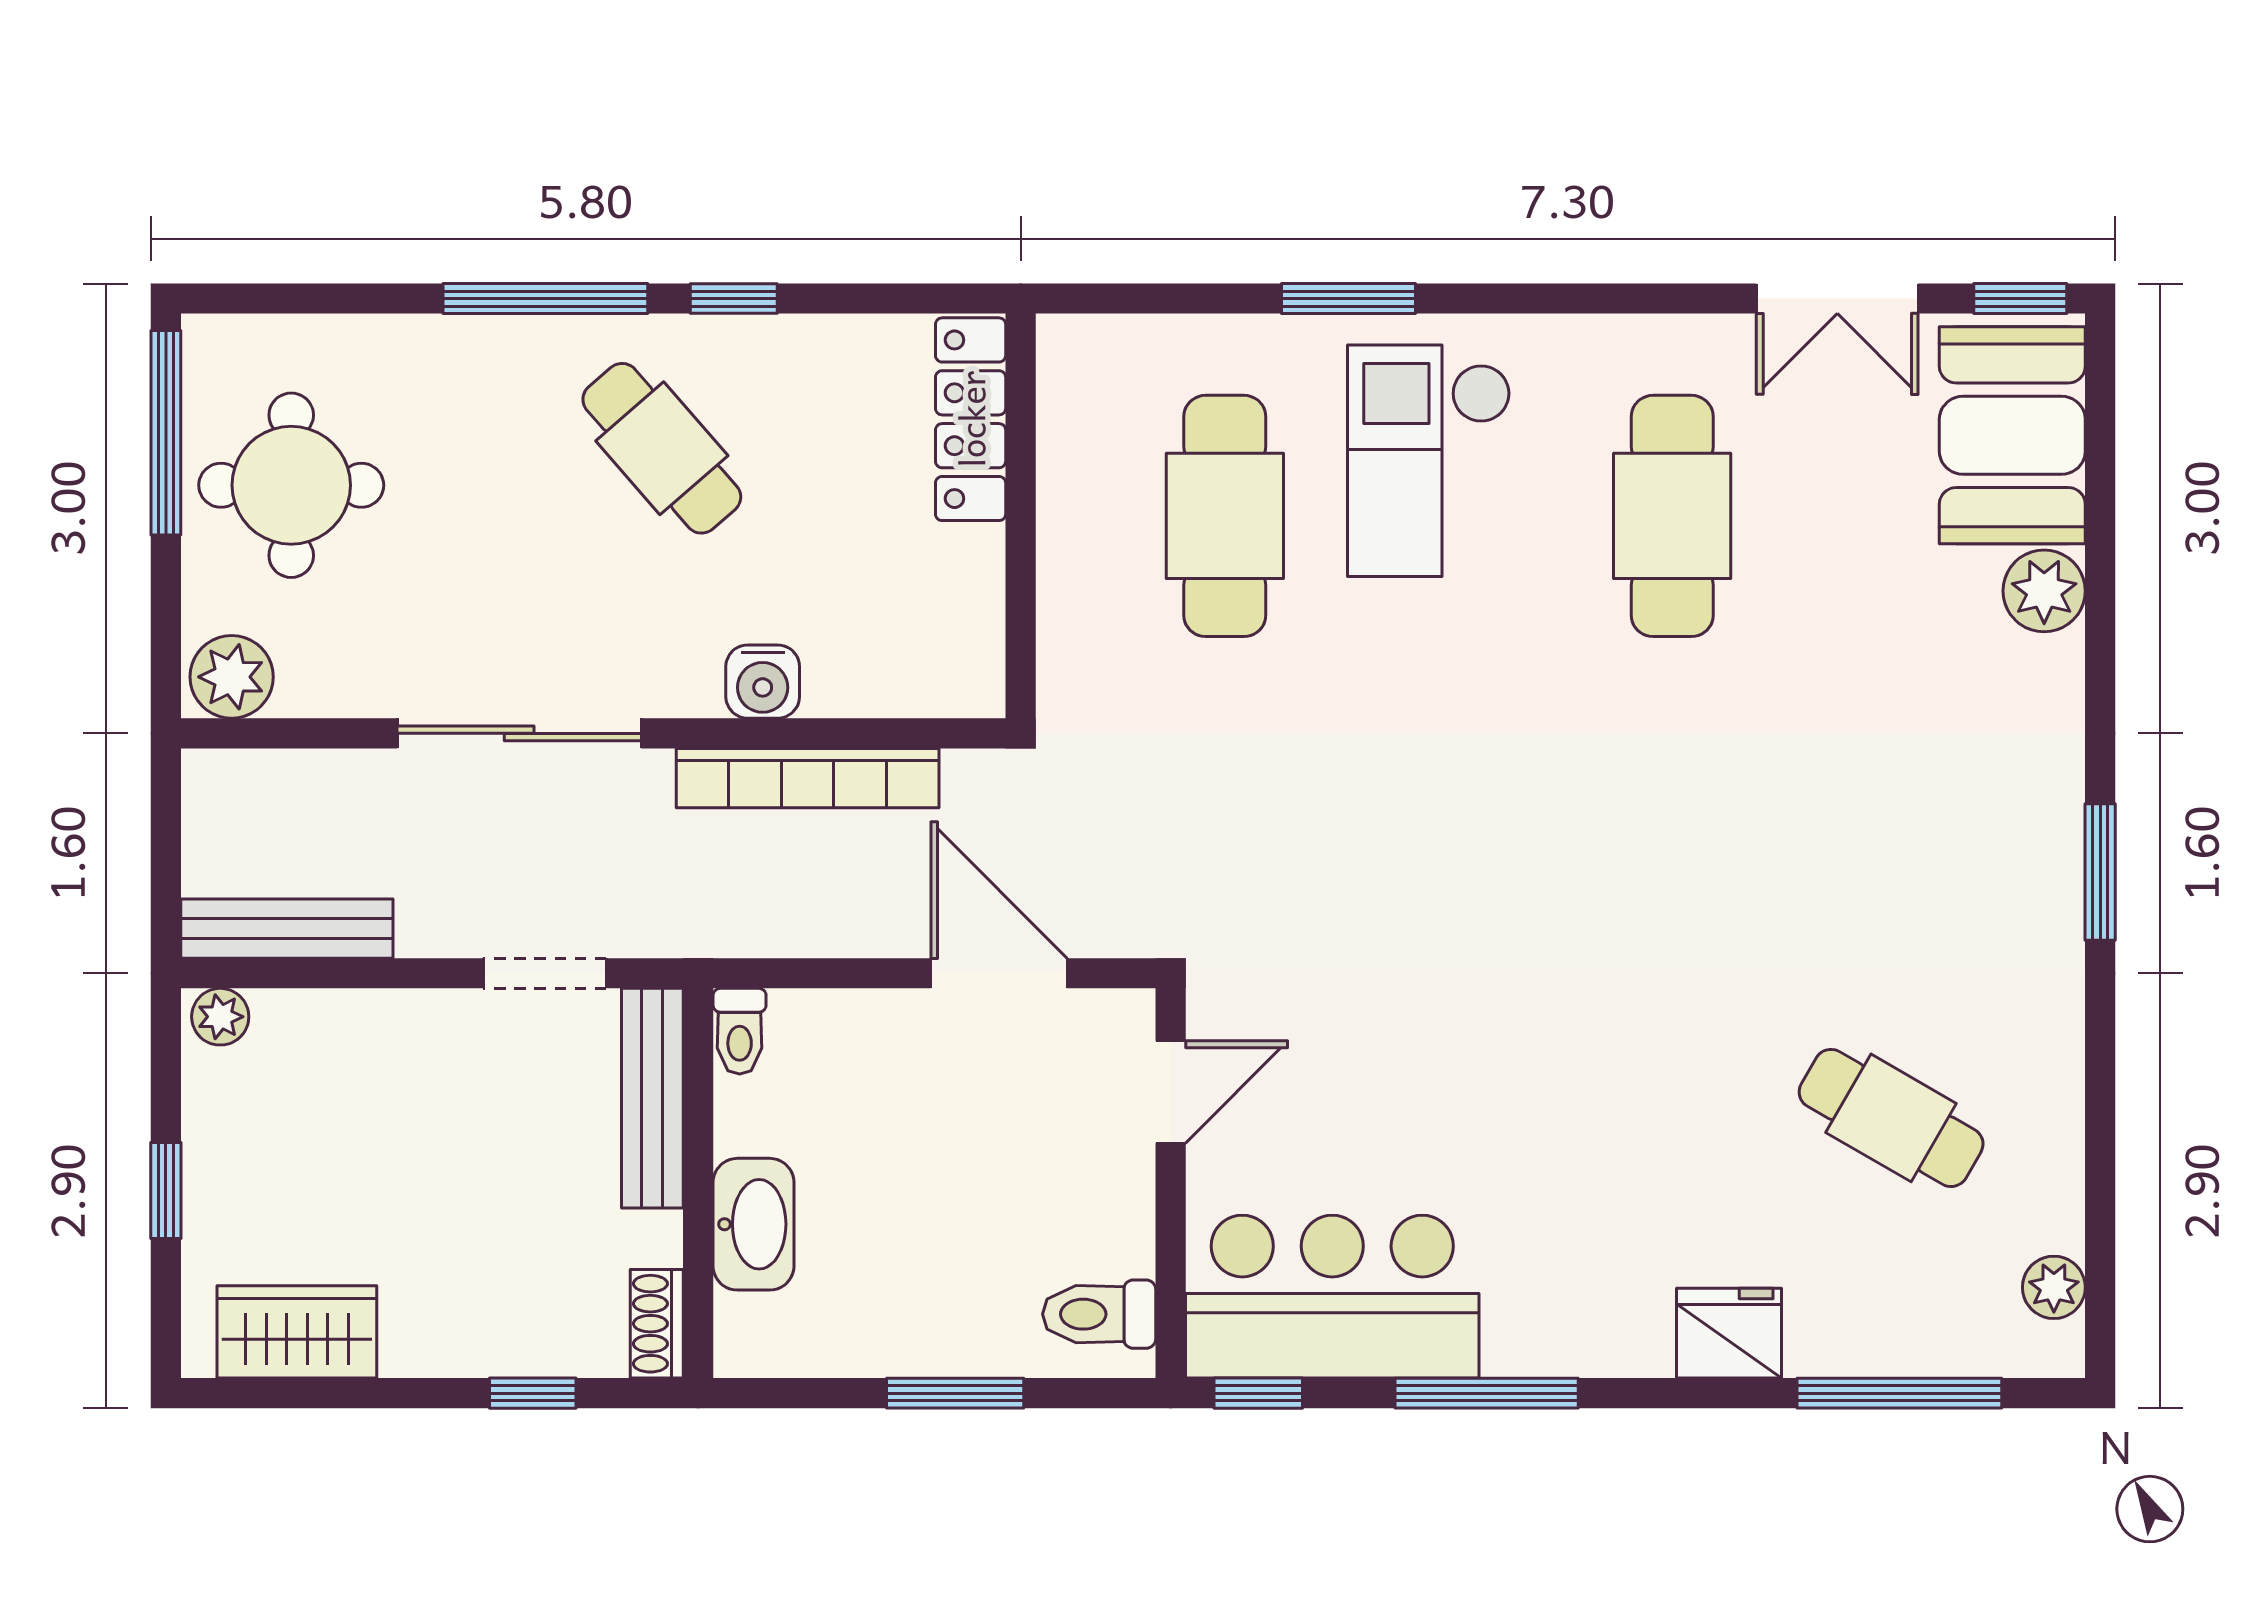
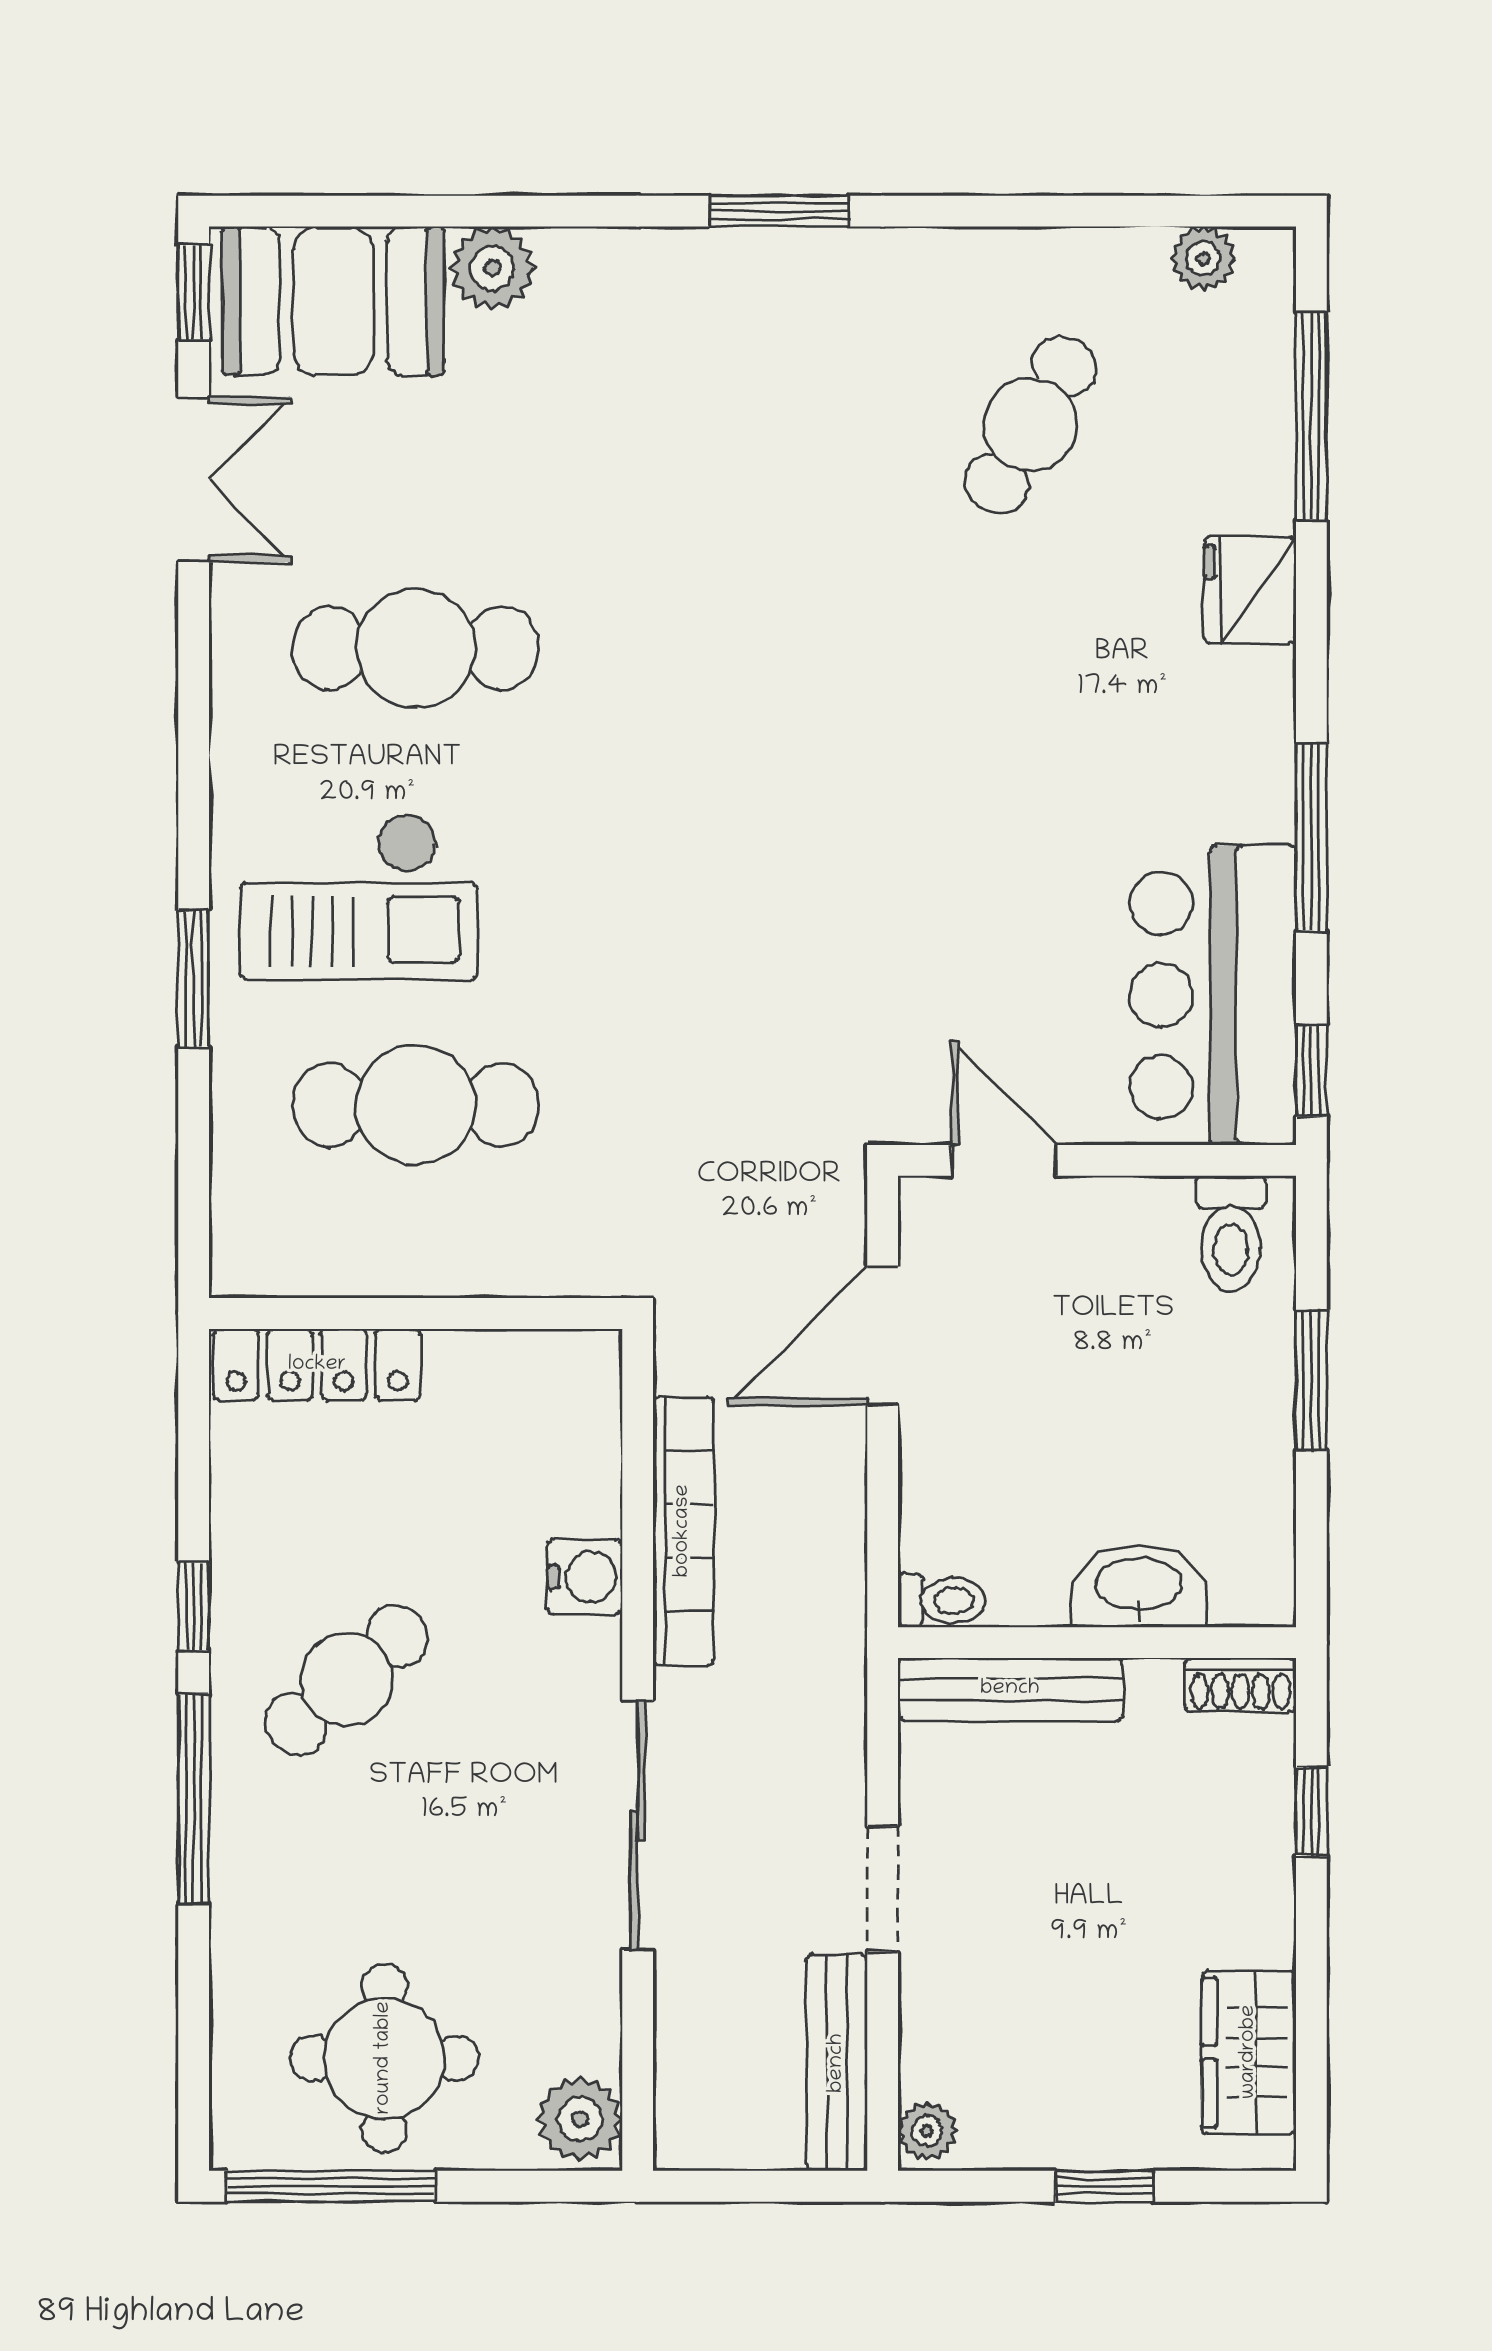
doorway: (545, 973) -> (883, 1889), moved

